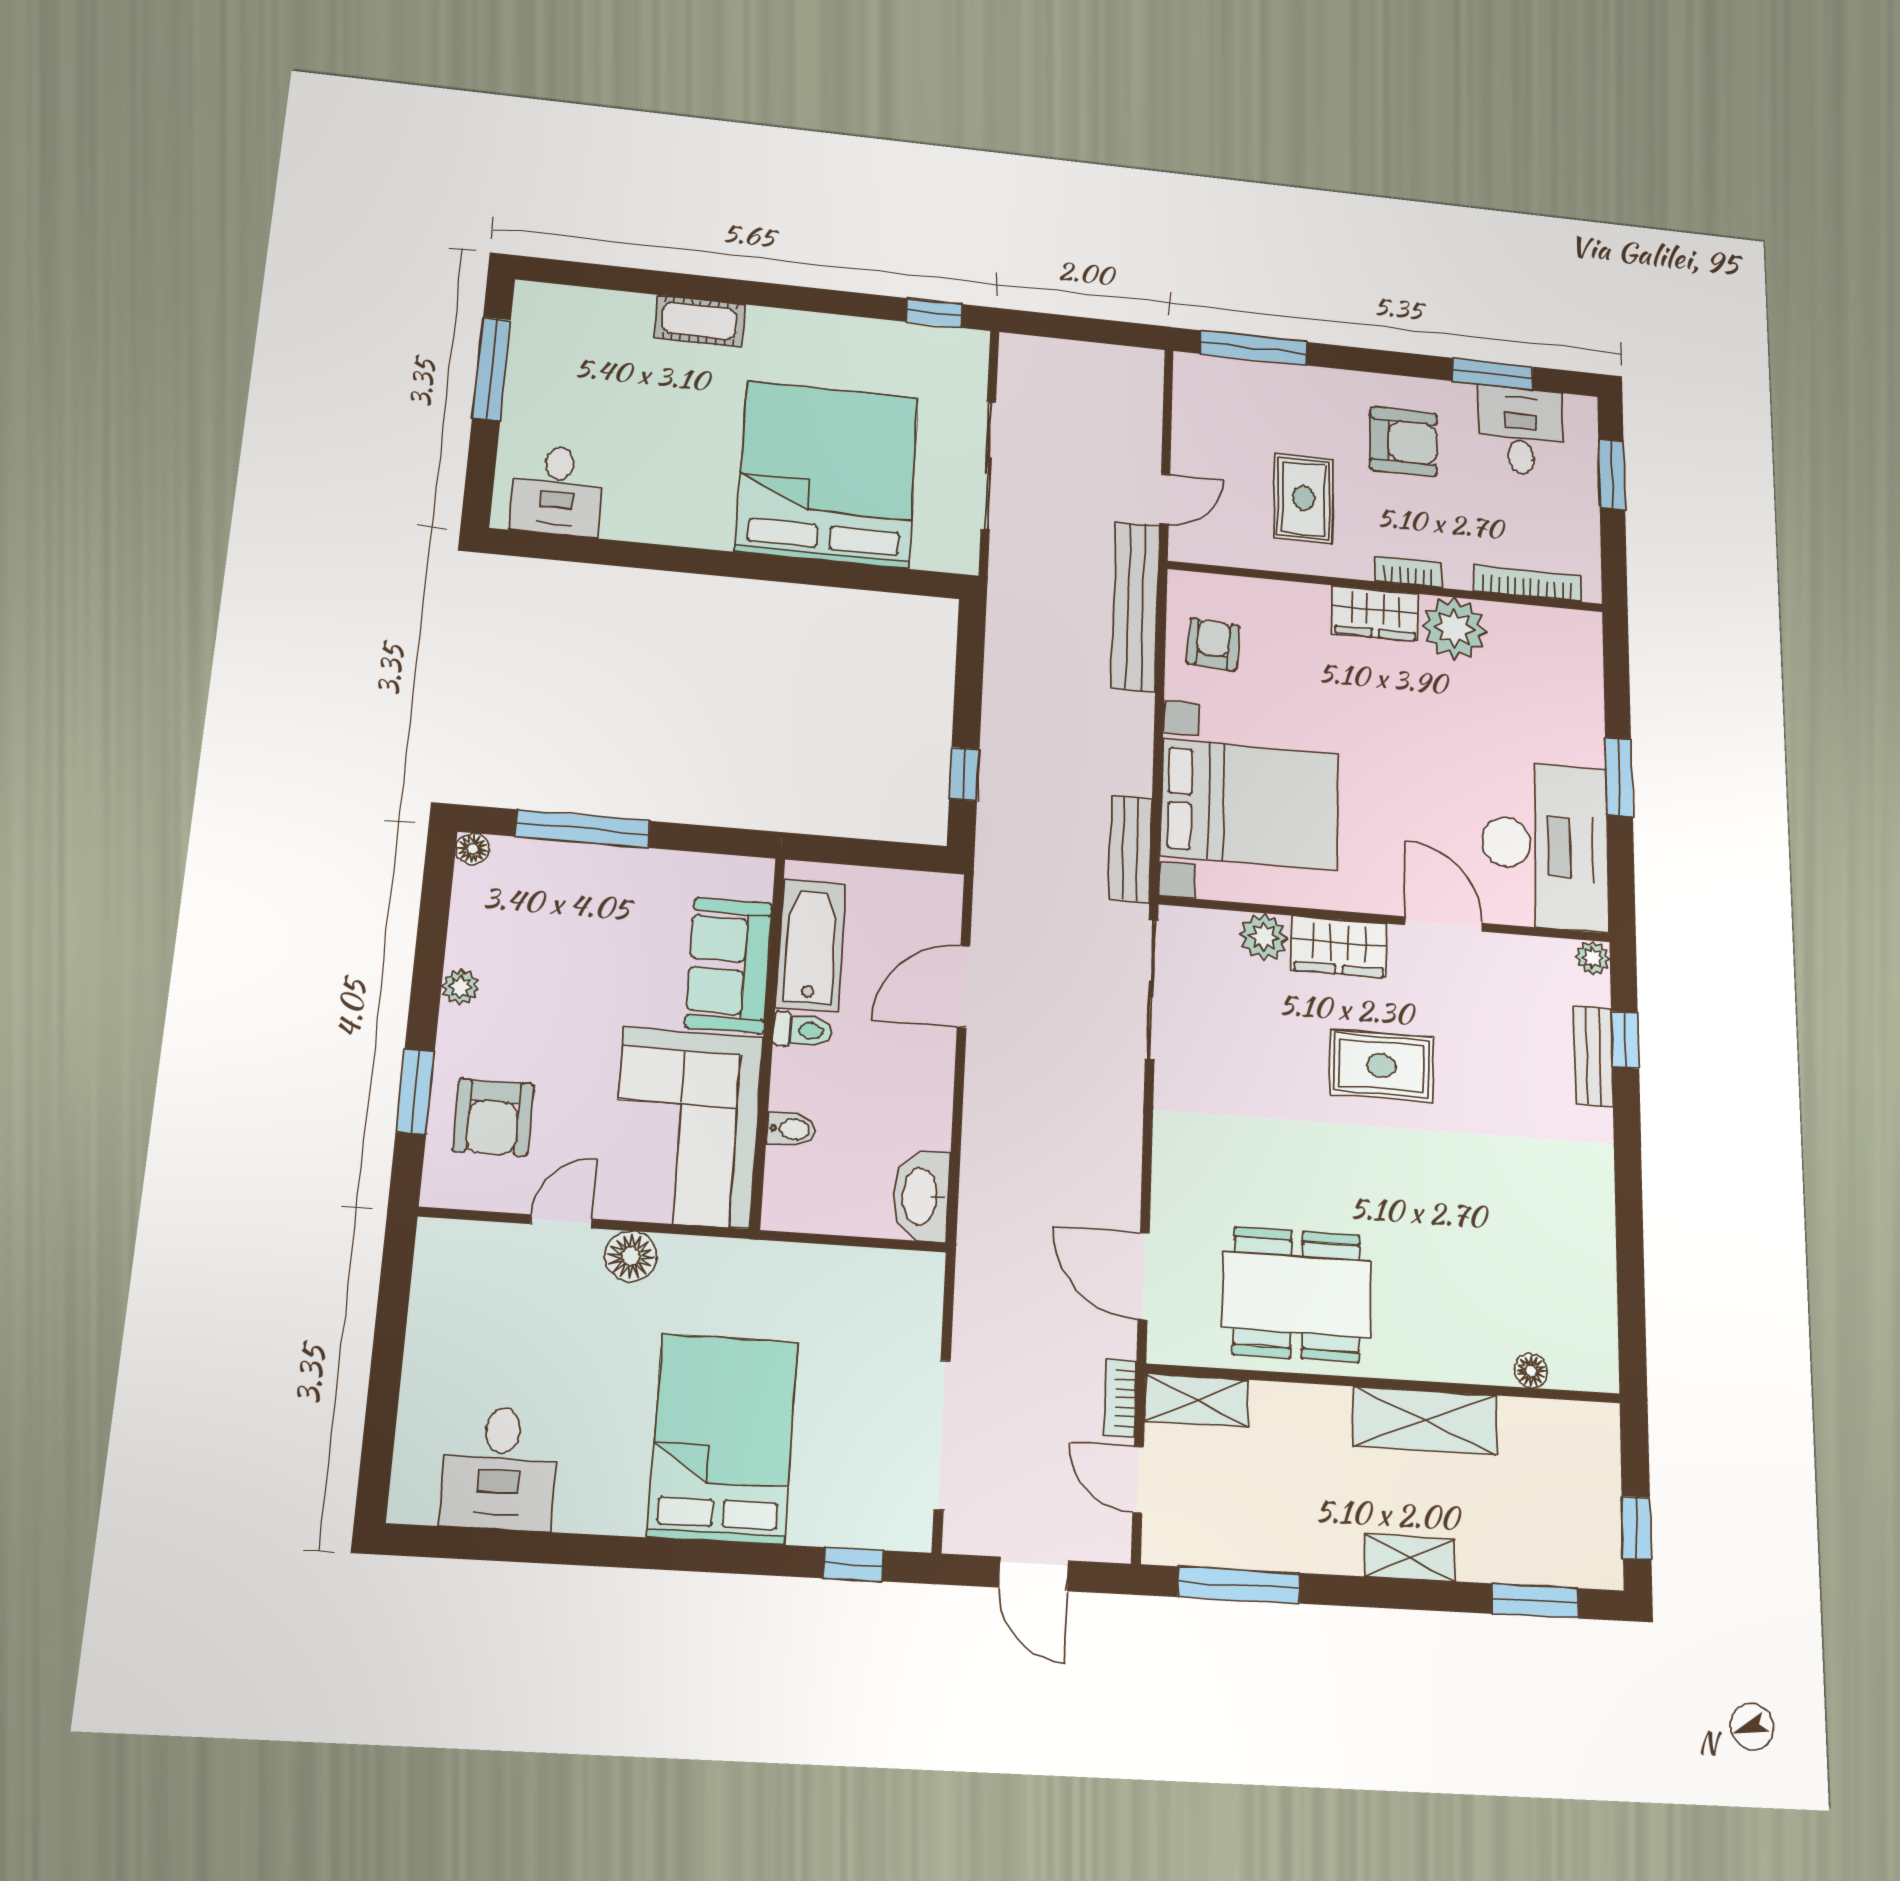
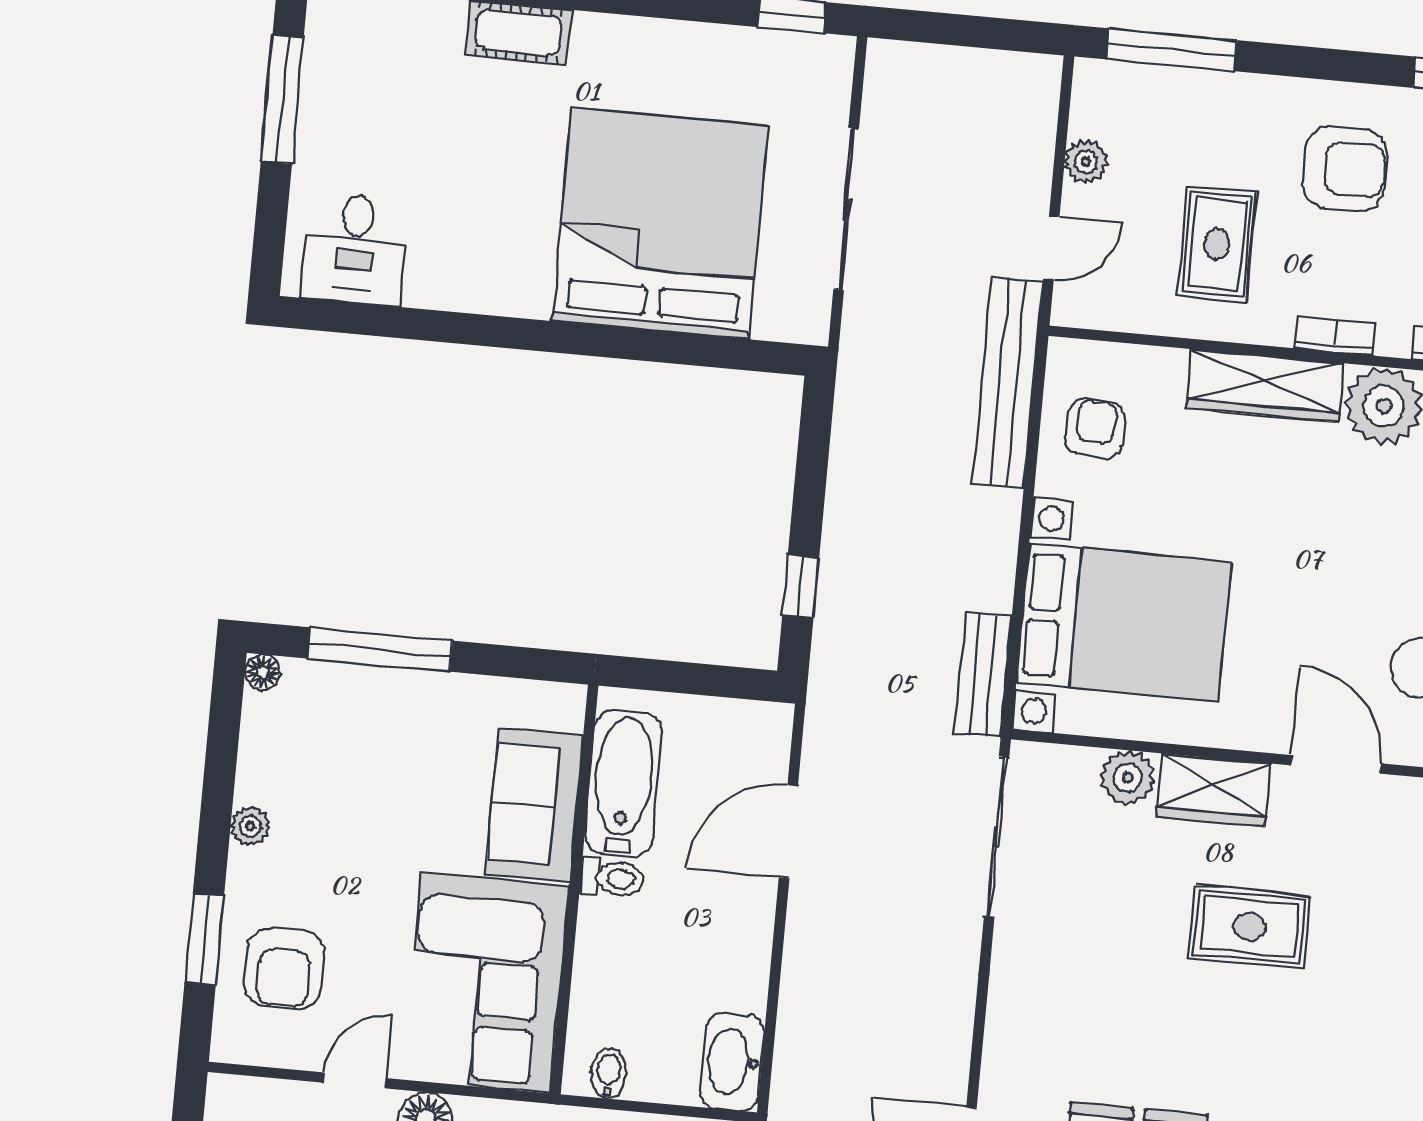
plant: (1189, 432) -> (1086, 162), added
wardrobe: (1375, 613) -> (1265, 386), width x1.50
bidet: (791, 1129) -> (609, 1073), moved, turned -90

